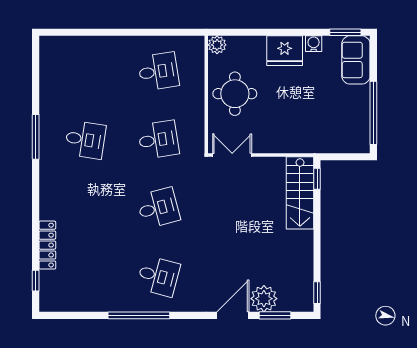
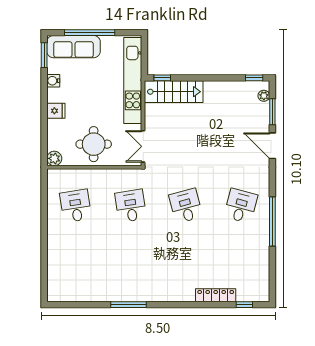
fridge: (285, 51) -> (56, 111), width x0.53, depth x0.75
sofa: (356, 60) -> (73, 47), width x1.36
window: (373, 113) -> (90, 33), moved
desk: (85, 140) -> (131, 265), removed
kitchen unit: (314, 142) -> (133, 81), added
plant: (264, 299) -> (264, 96), moved, width x0.53, depth x0.53

